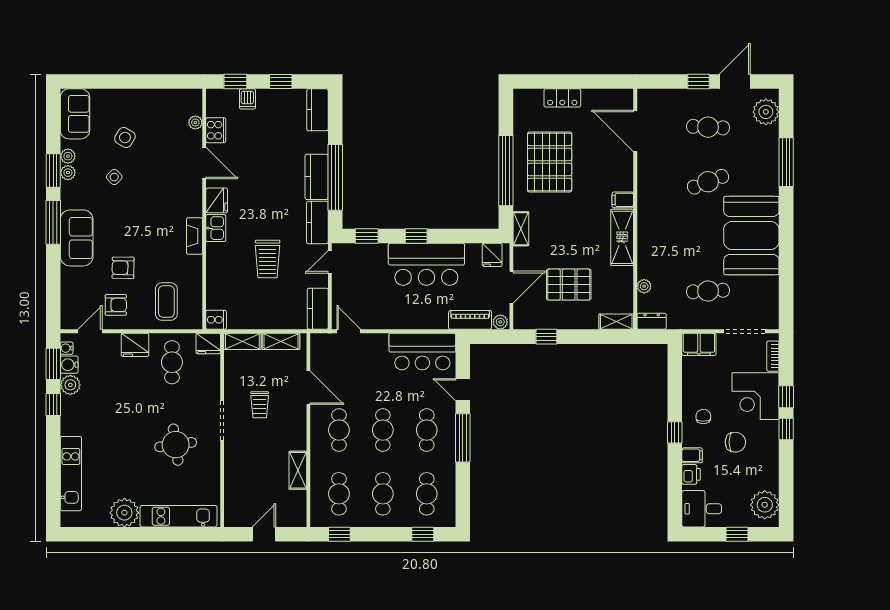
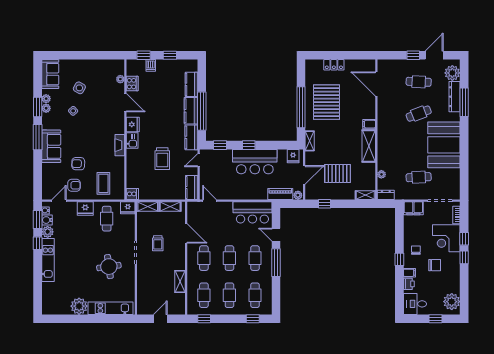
kitchen counter: (317, 110) -> (191, 84), moved
dresser: (770, 153) -> (455, 97), added
kitchen unit: (71, 474) -> (48, 260), moved

